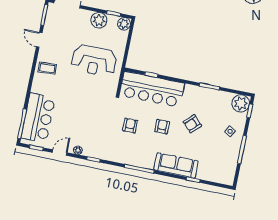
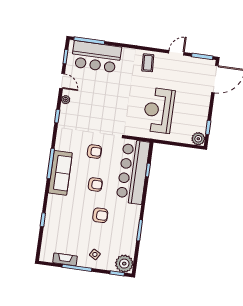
plant: (99, 20) -> (200, 113), removed
armchair: (192, 124) -> (100, 215), turned 134
fireplace: (233, 161) -> (65, 259), added
sofa: (176, 165) -> (60, 173), moved

